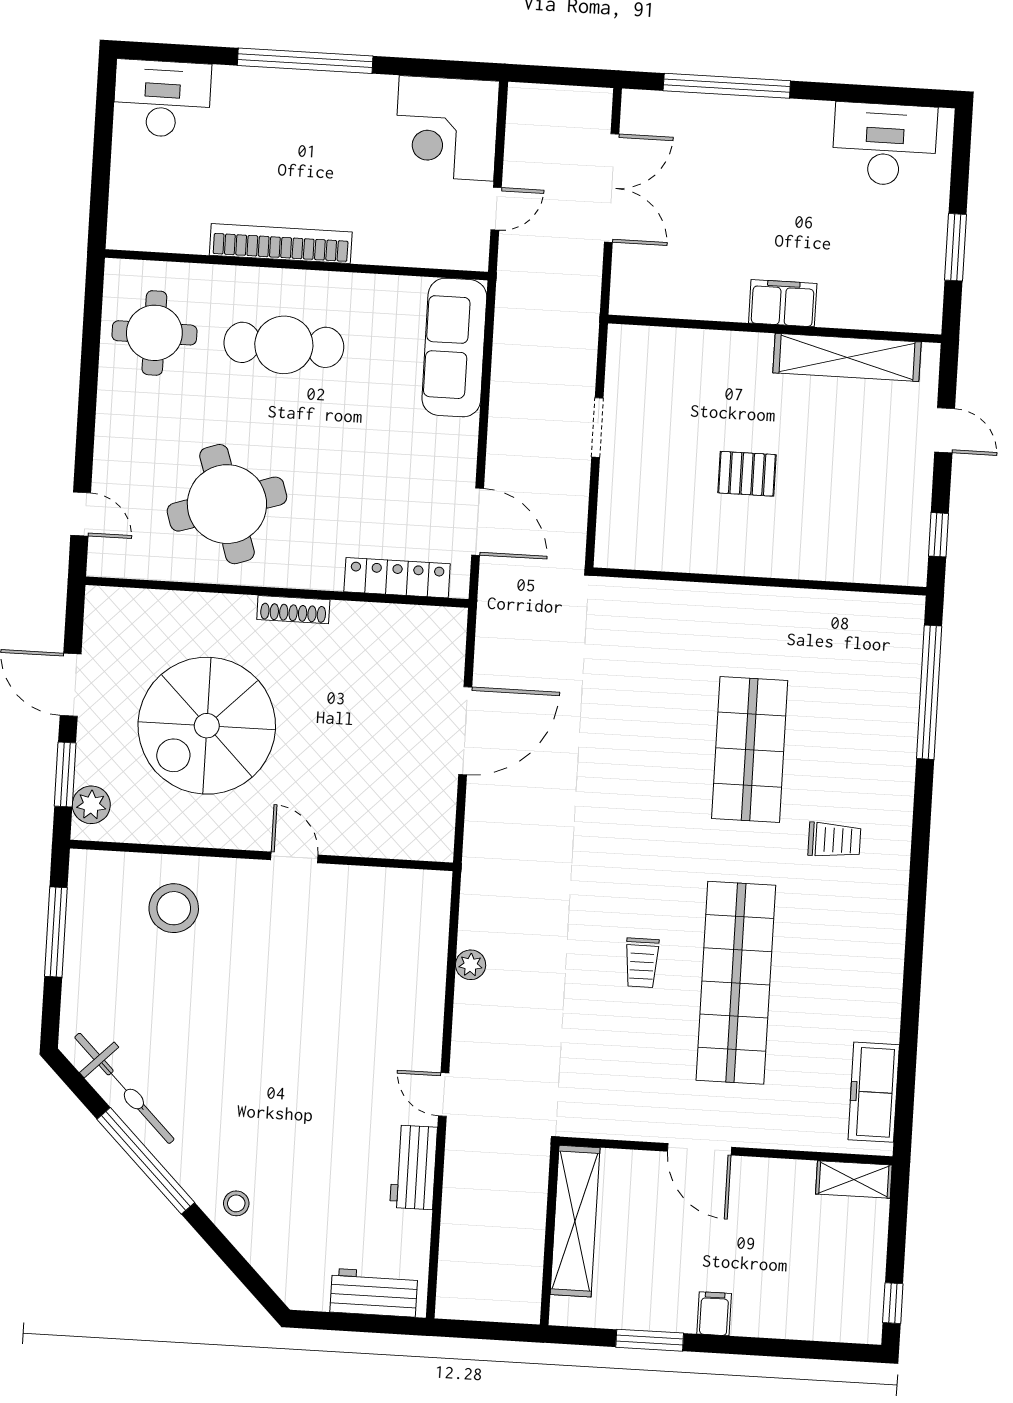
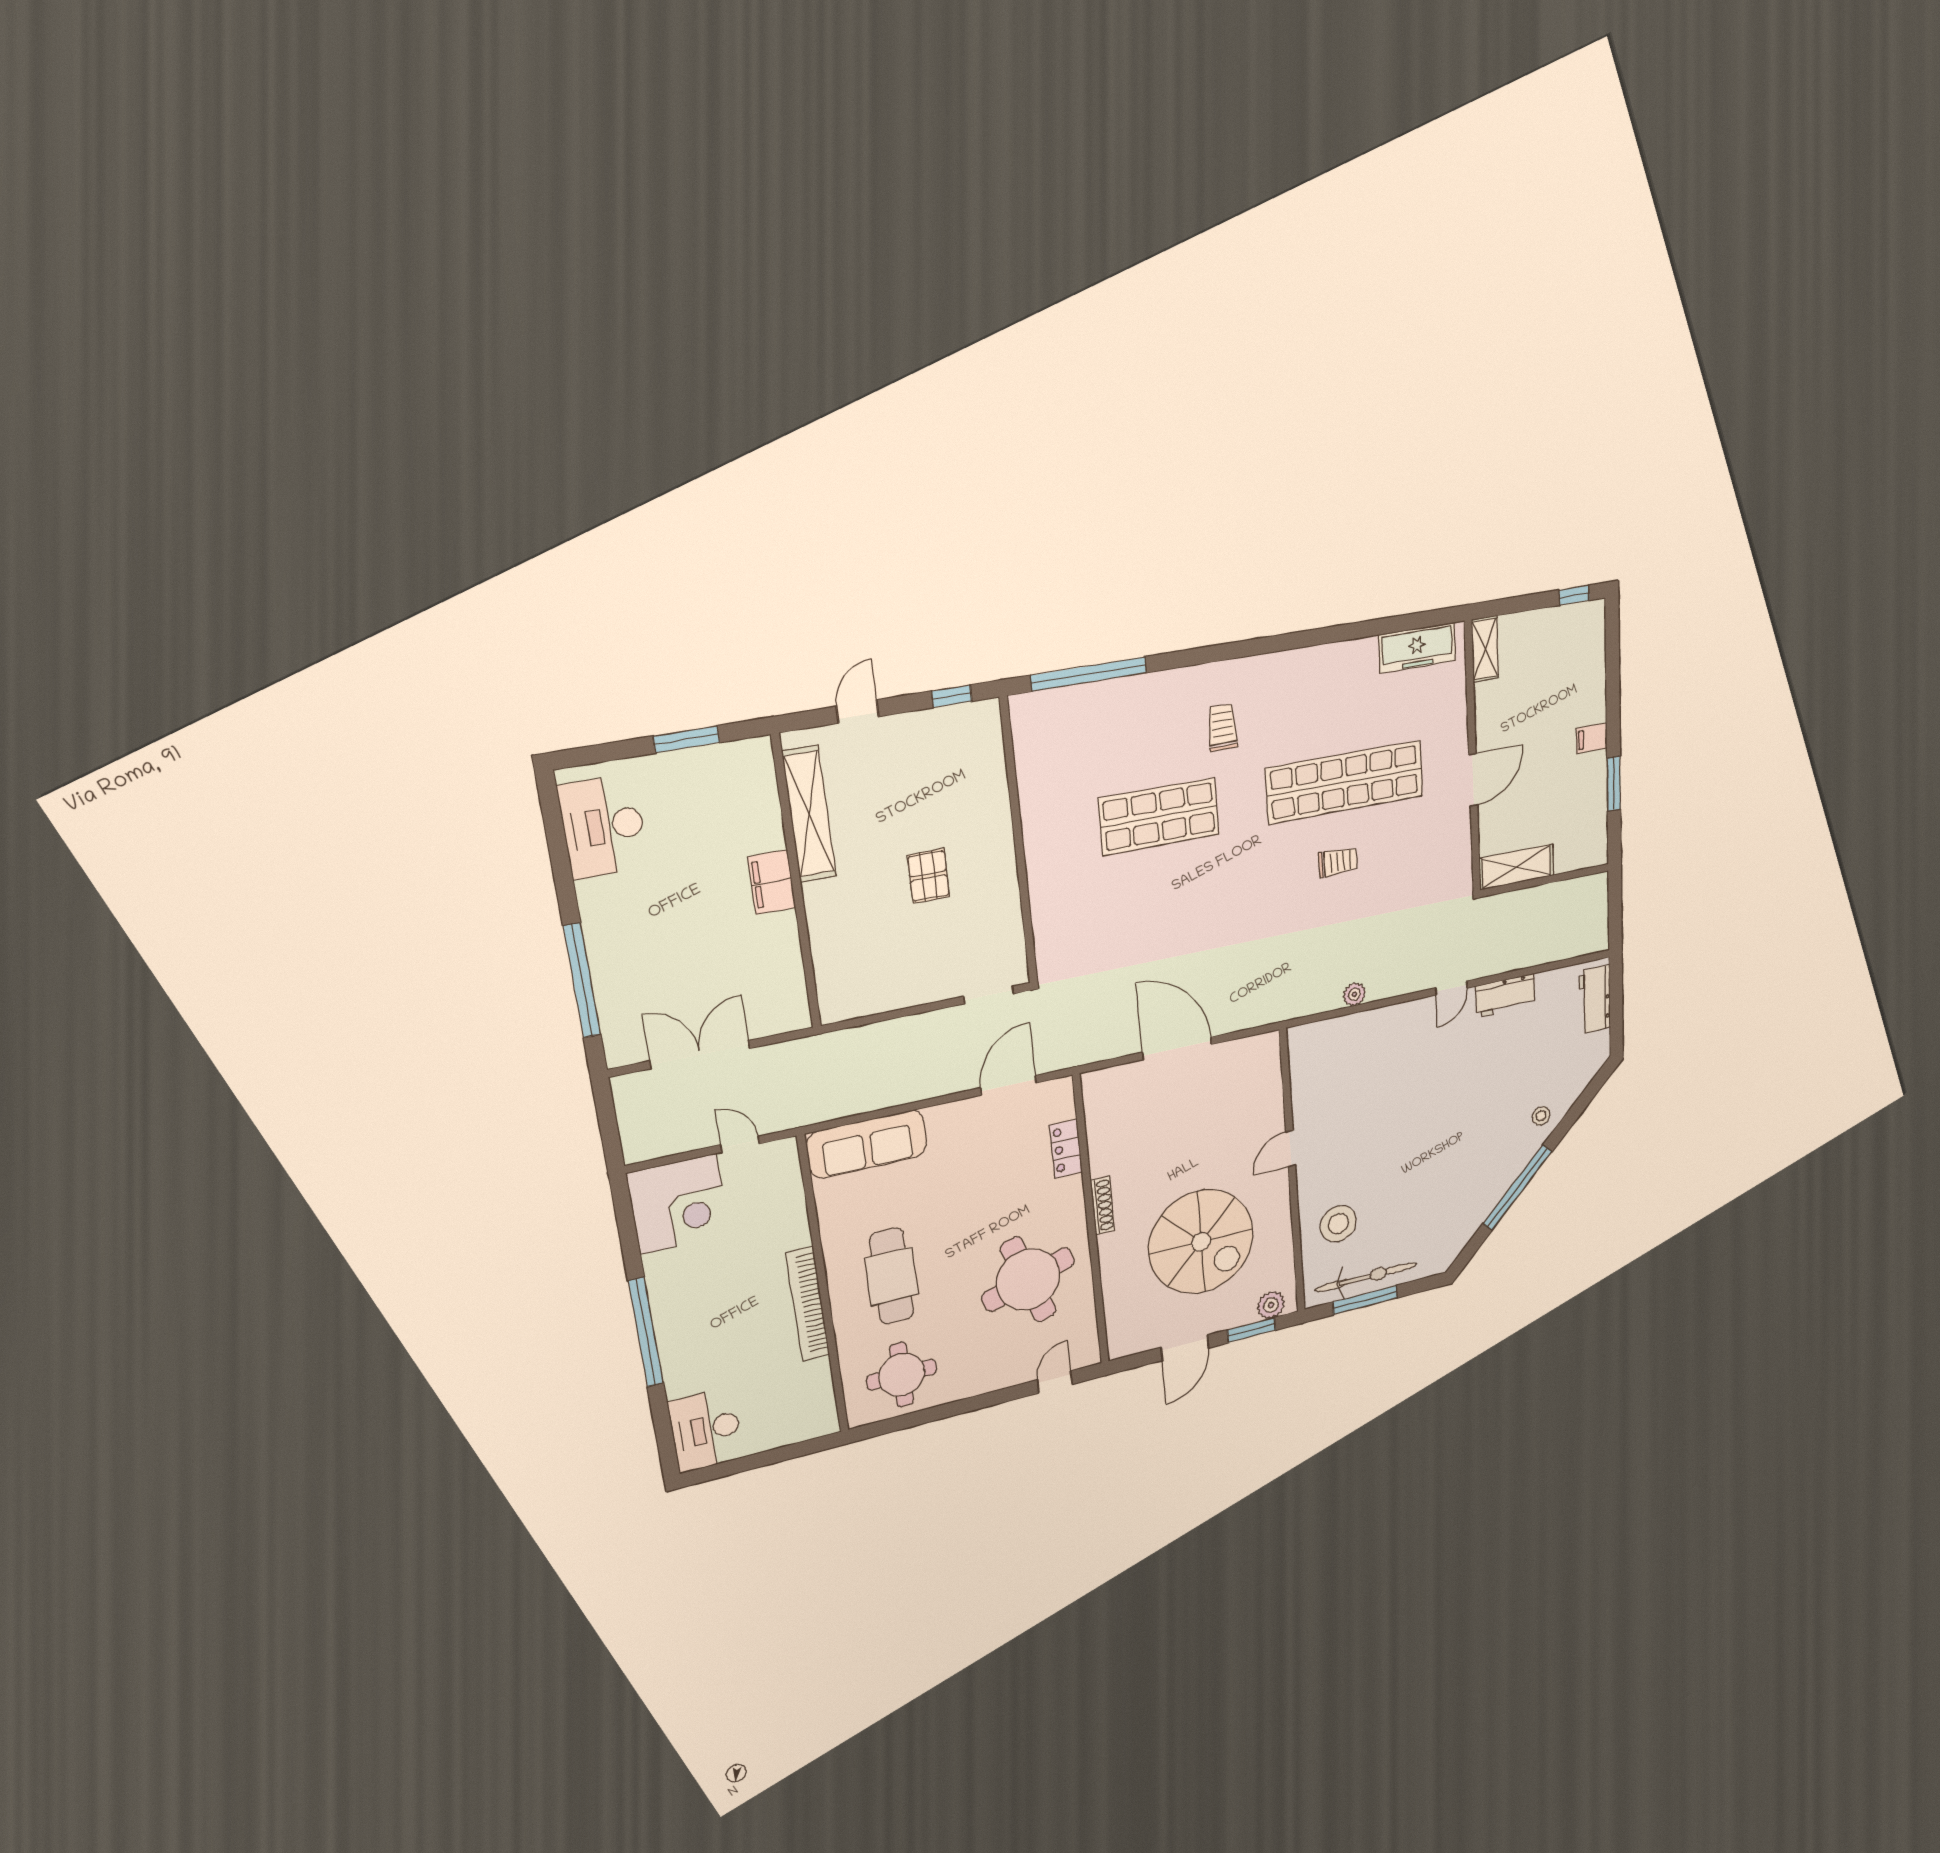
doorway: (597, 427) -> (989, 995), moved
locker: (397, 578) -> (1066, 1149), width x0.66
bicycle: (124, 1088) -> (1366, 1277), moved, turned 45
shelving: (575, 1221) -> (1516, 867), width x0.68

